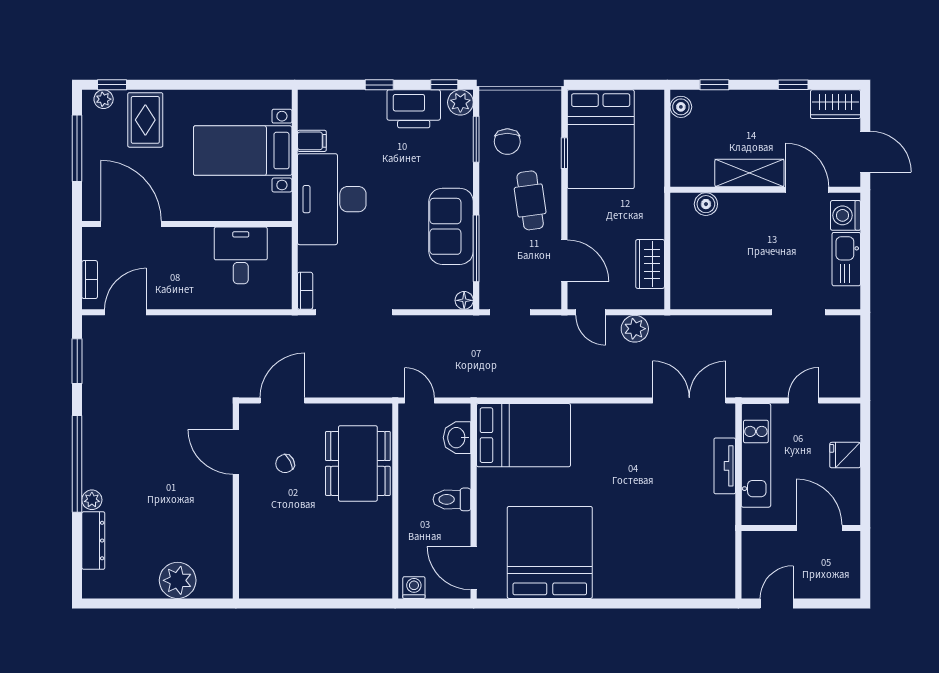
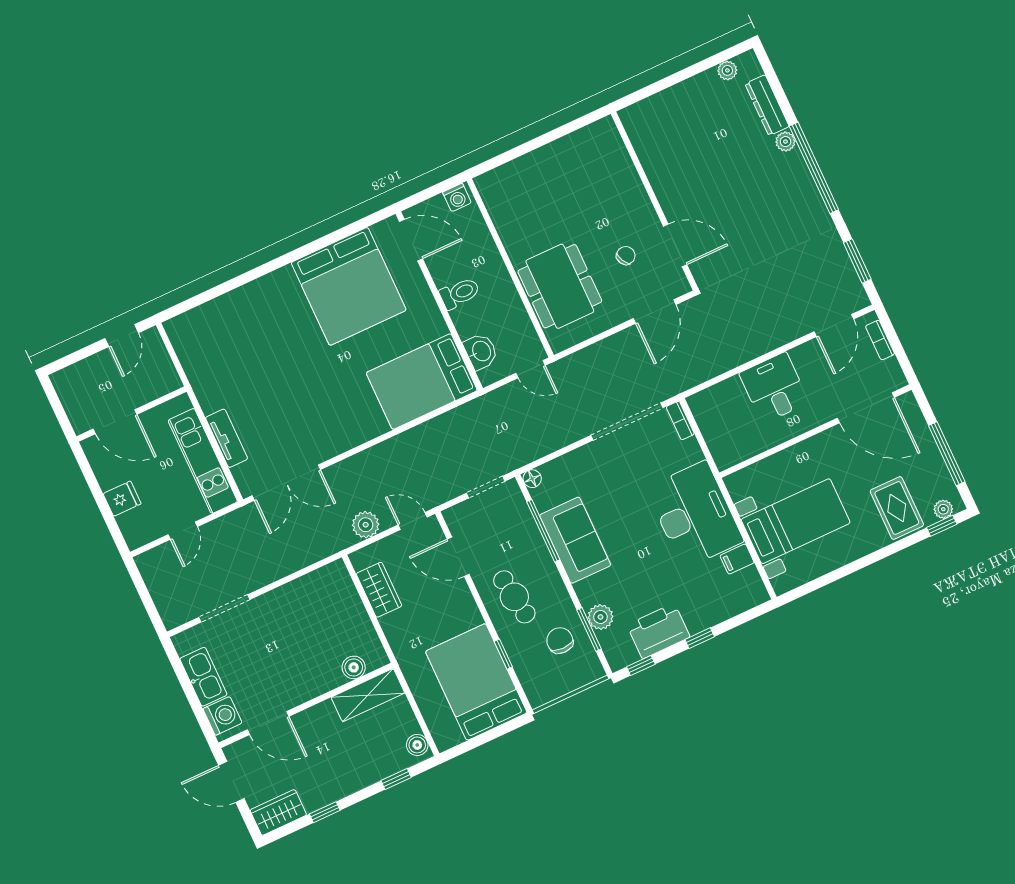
plant: (460, 102) -> (600, 617), moved
shelving: (749, 173) -> (368, 695), moved
desk: (241, 255) -> (774, 388), moved, turned 180
plant: (178, 580) -> (727, 70), moved, width x0.53, depth x0.53

